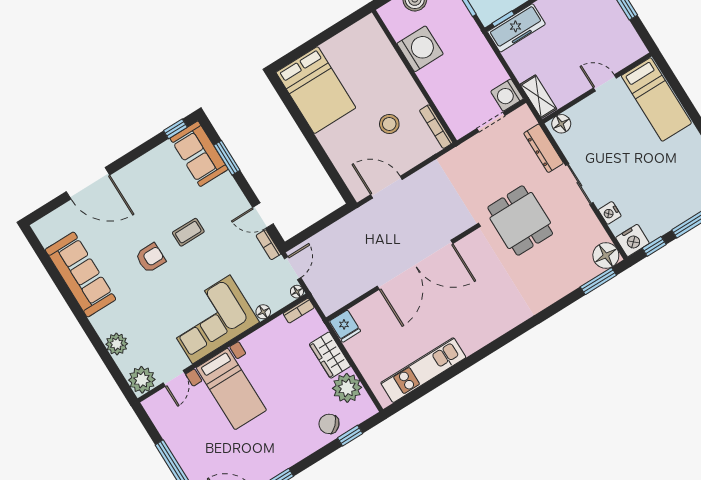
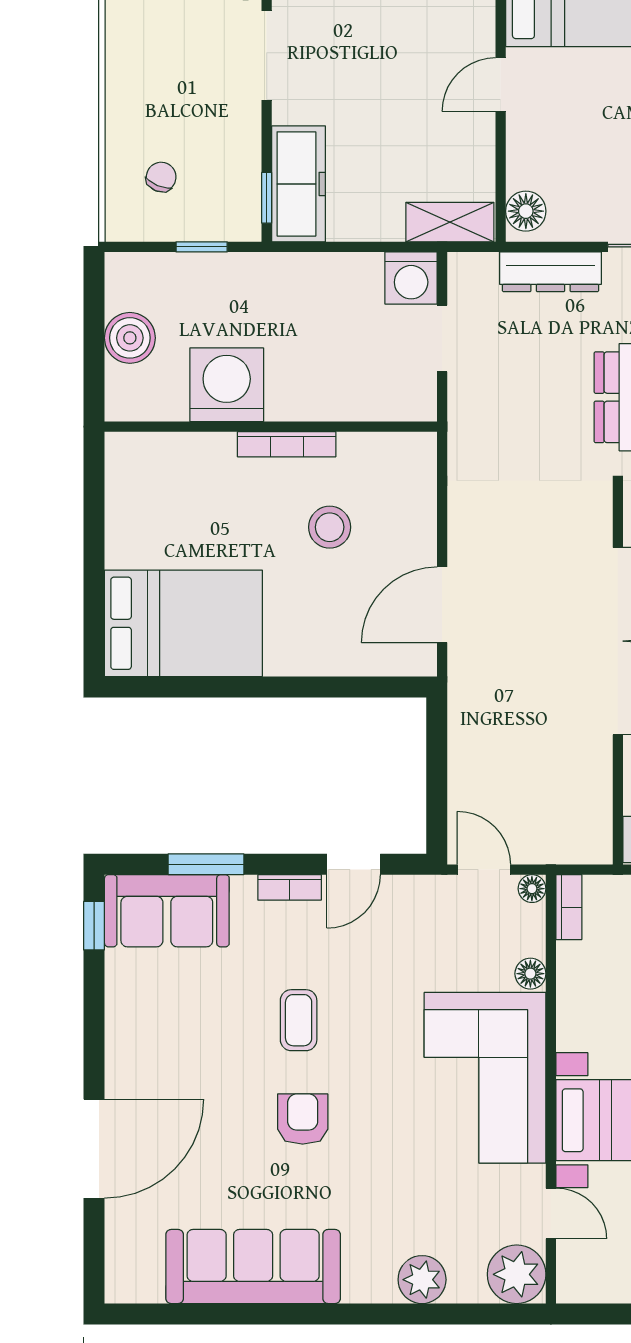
bookcase: (436, 127) -> (287, 444), moved
bookcase: (268, 245) -> (290, 887), moved

